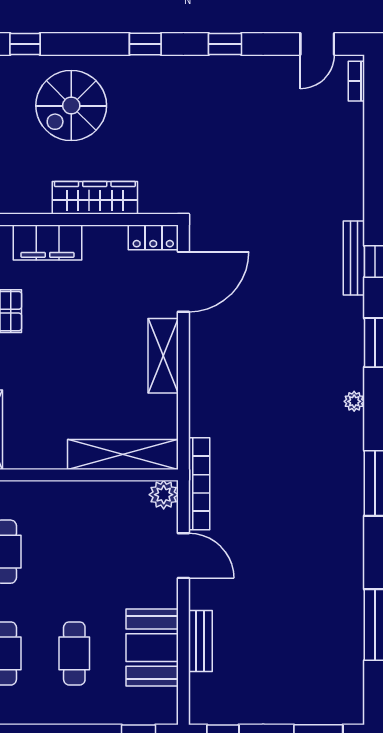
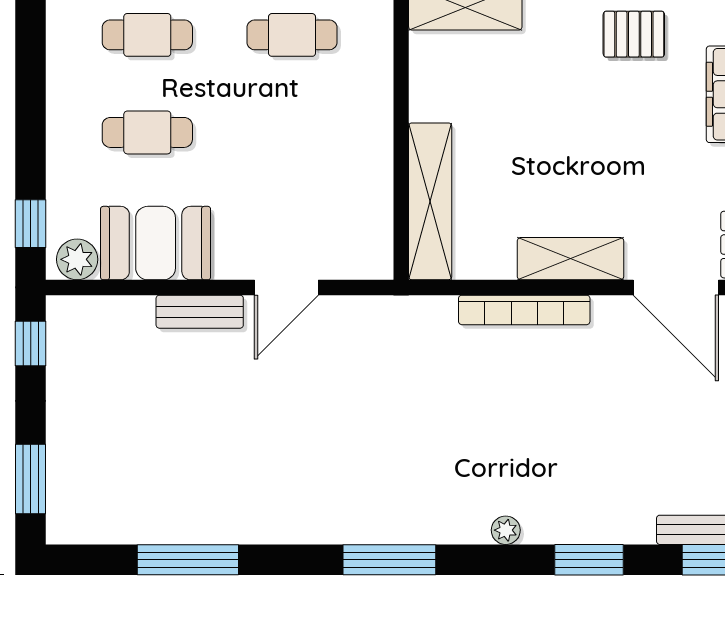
bookcase: (199, 484) -> (524, 310), moved
plant: (164, 495) -> (77, 259), moved
bench: (200, 641) -> (200, 312), moved

